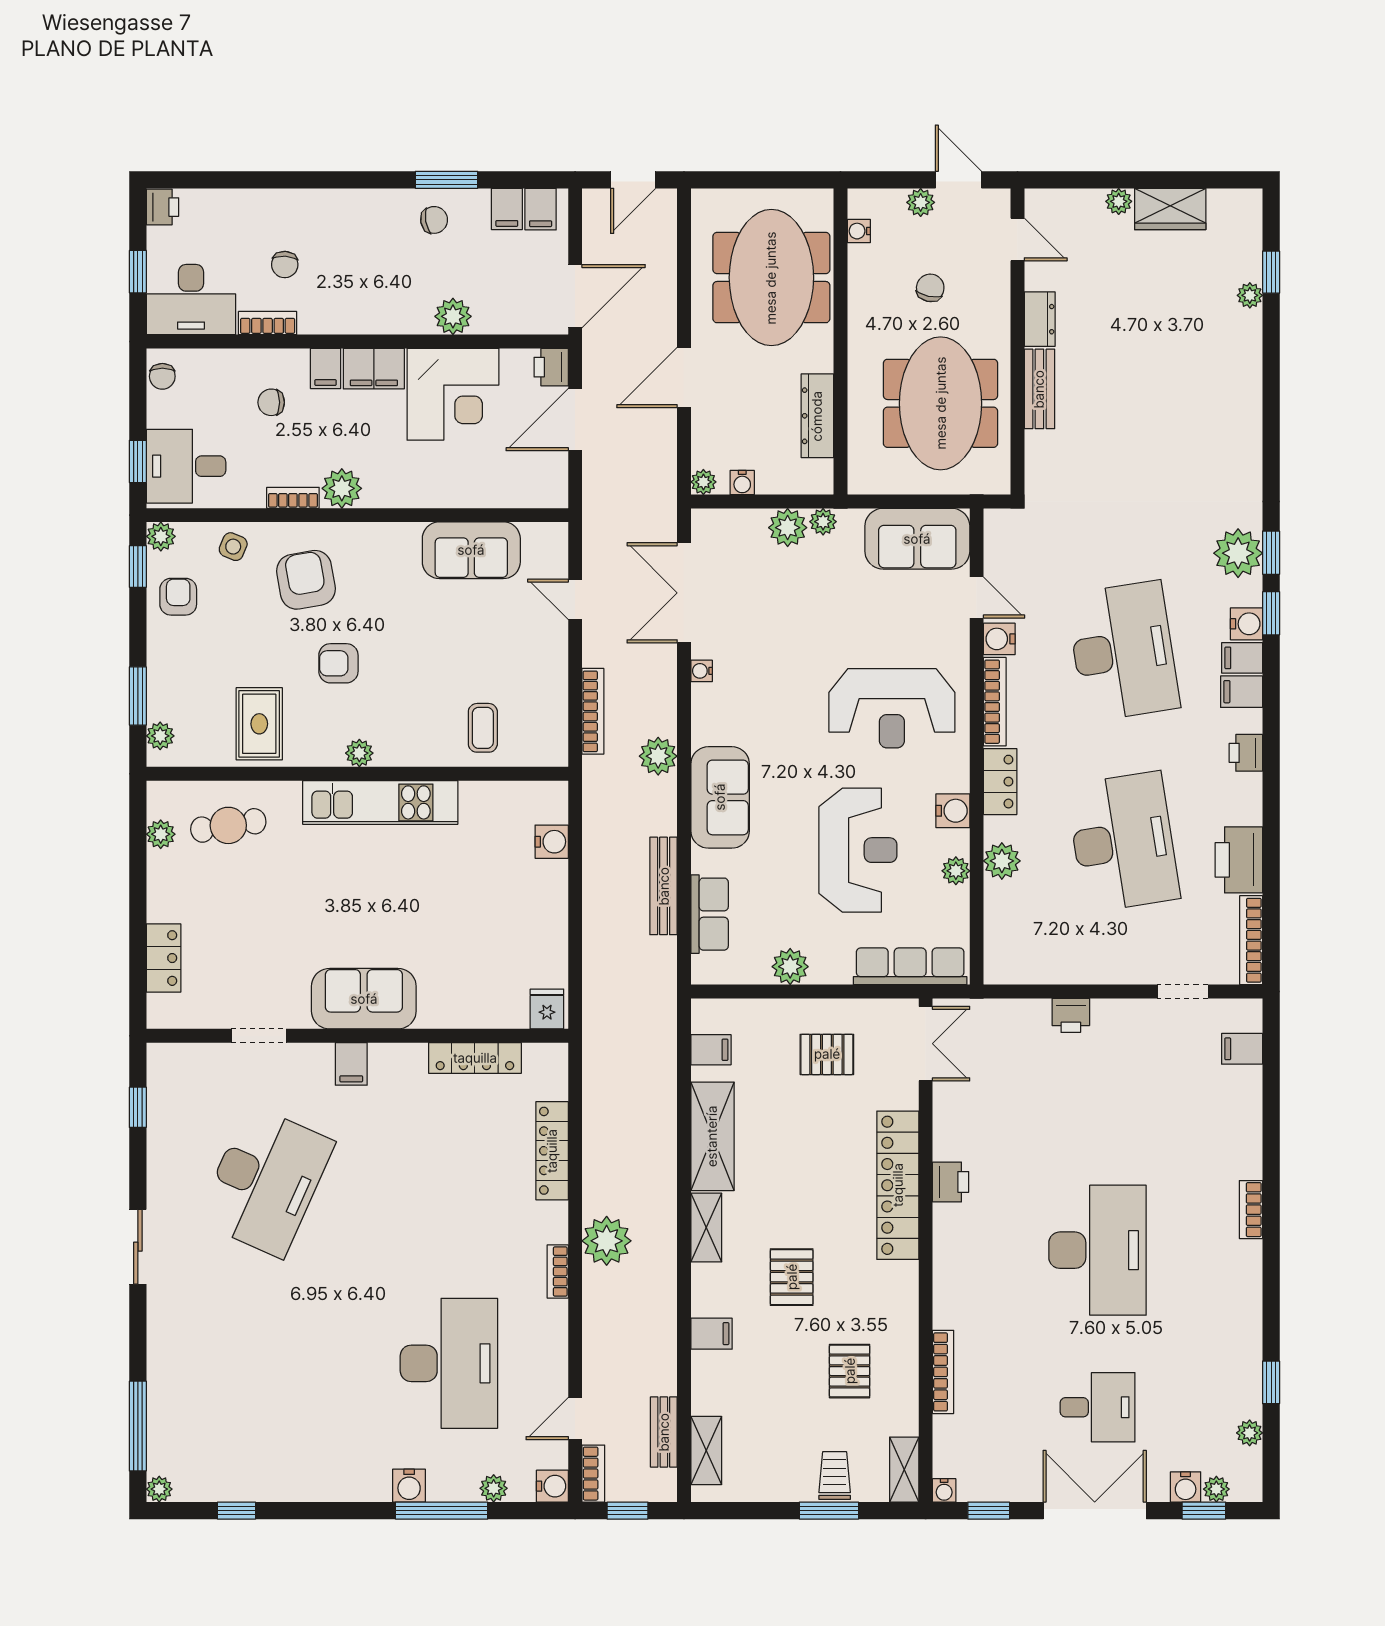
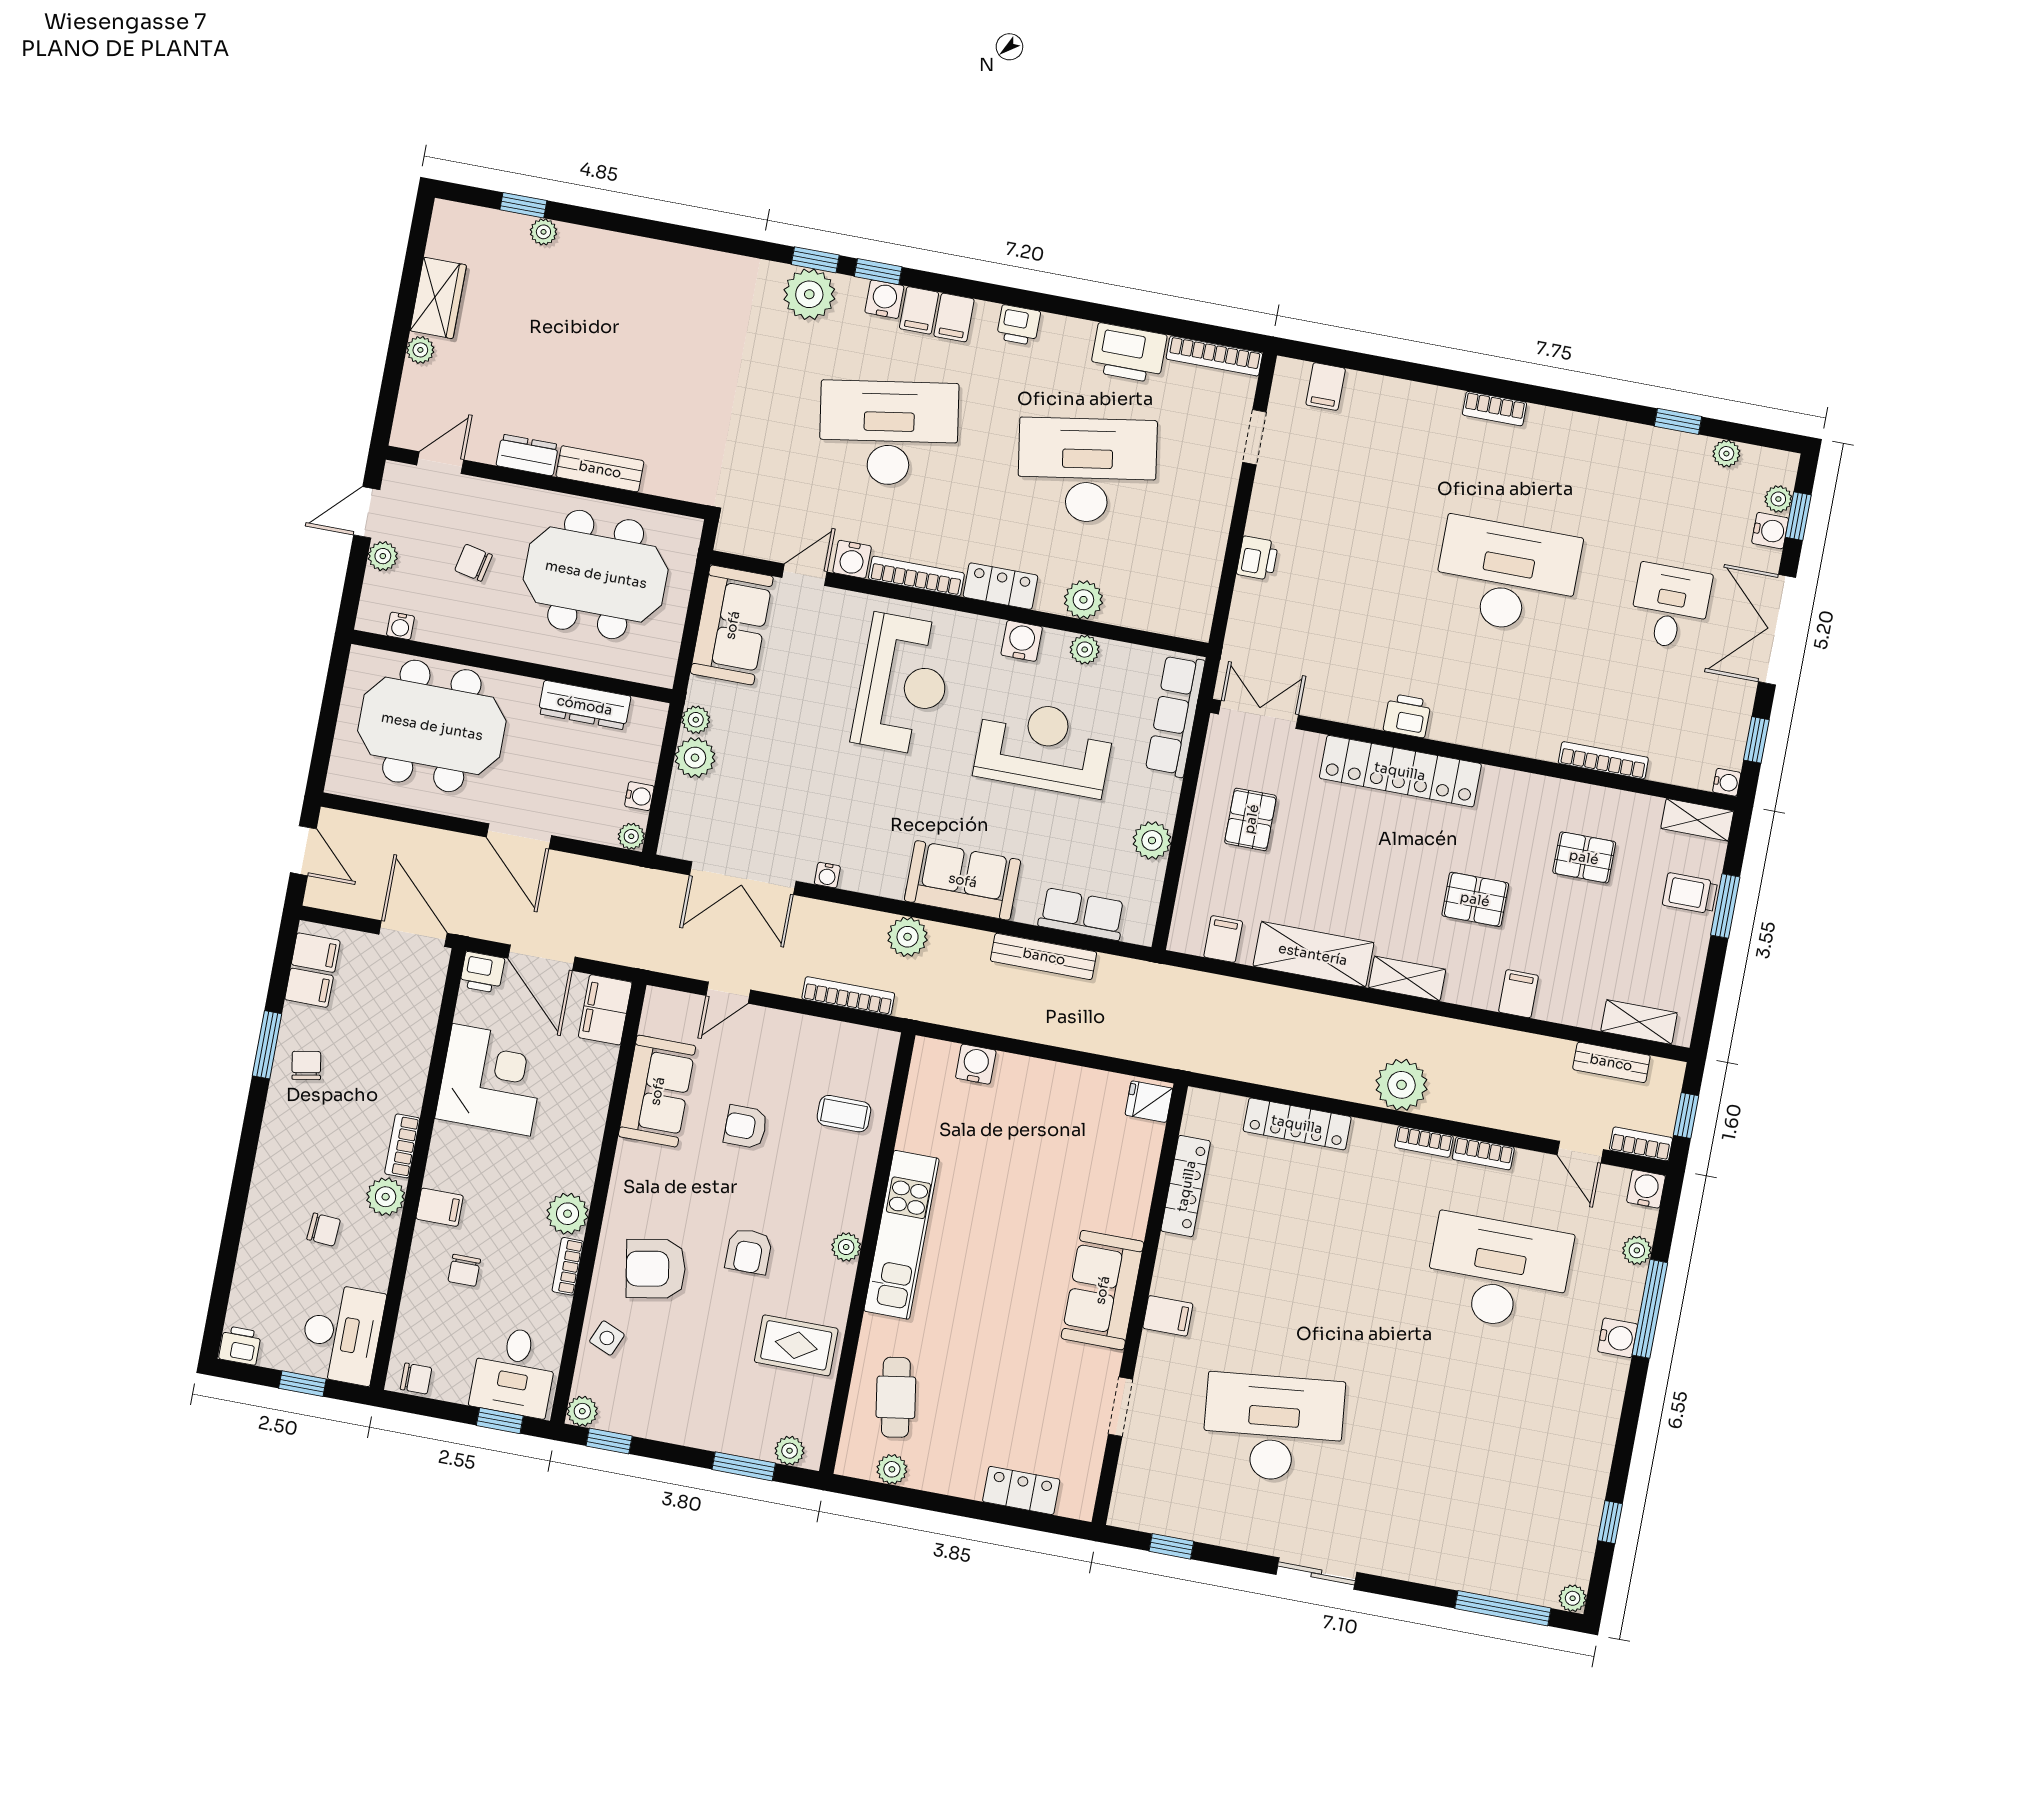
plant: (453, 316) -> (386, 1197), moved
bookcase: (268, 323) -> (402, 1146), moved
filing cabinet: (374, 369) -> (605, 1010), moved, turned 180
armchair: (178, 597) -> (746, 1127), moved
desk: (266, 1181) -> (1273, 1428), turned -30
bookcase: (557, 1329) -> (1483, 1153), added

